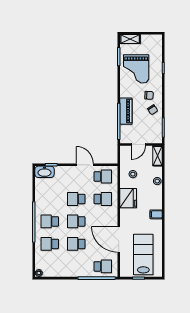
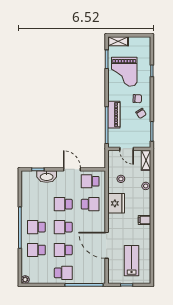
door: (138, 145) -> (127, 149), hinge flipped
washbasin: (45, 172) -> (47, 177), moved
school desk: (103, 176) -> (90, 181), turned 180
lab bench: (143, 254) -> (132, 261), width x0.73, depth x0.72
school desk: (103, 266) -> (63, 273), moved

